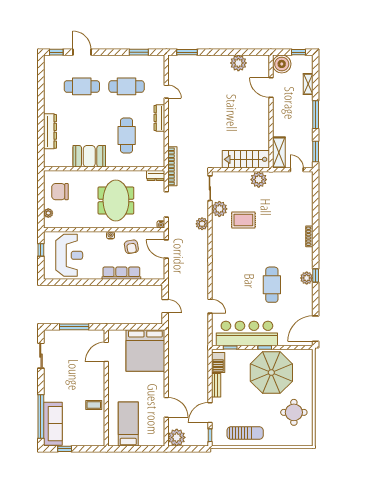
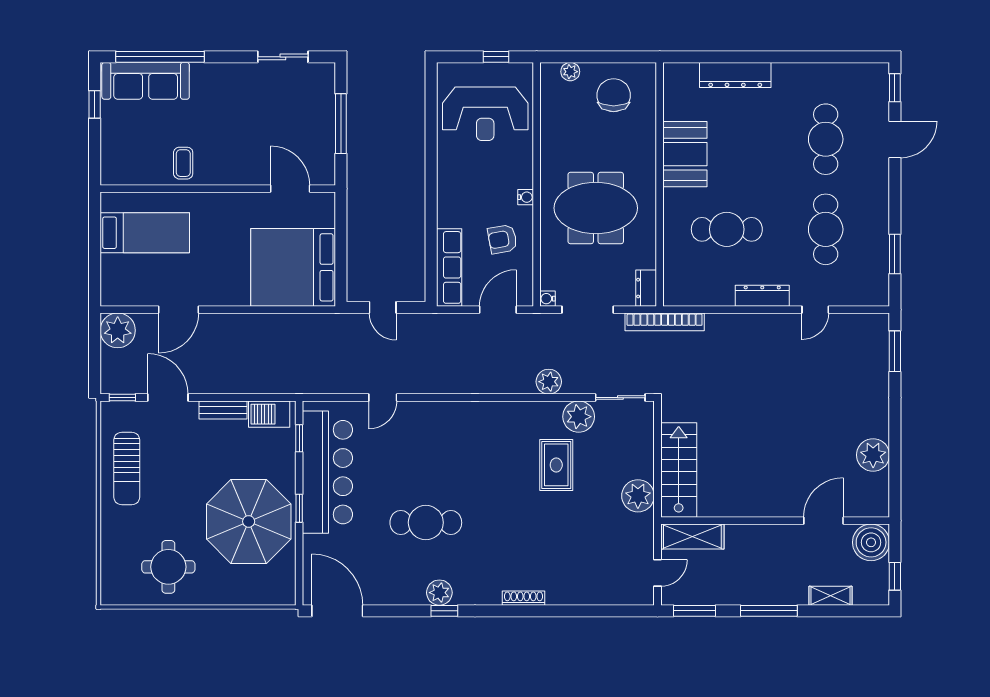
row of seats: (121, 273) -> (449, 267), moved
door: (165, 306) -> (383, 307), hinge flipped

